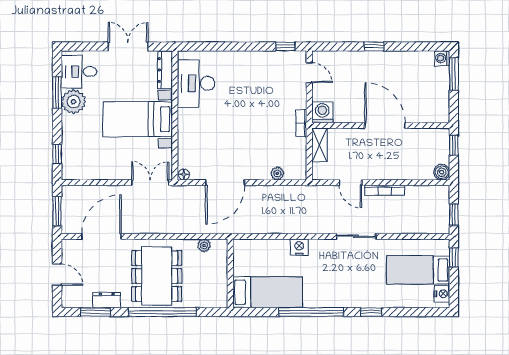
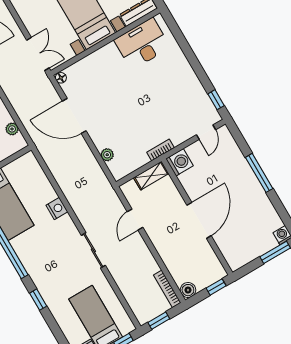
window: (374, 46) -> (259, 173), width x2.17
bookcase: (384, 190) -> (167, 289), moved

